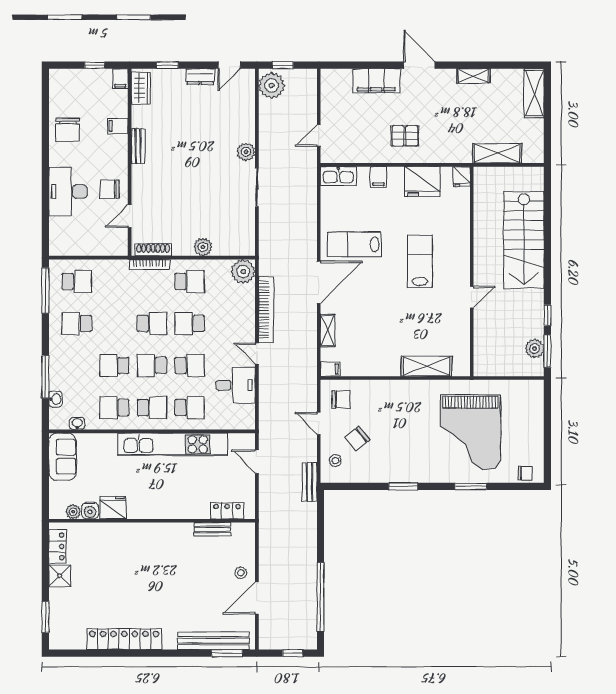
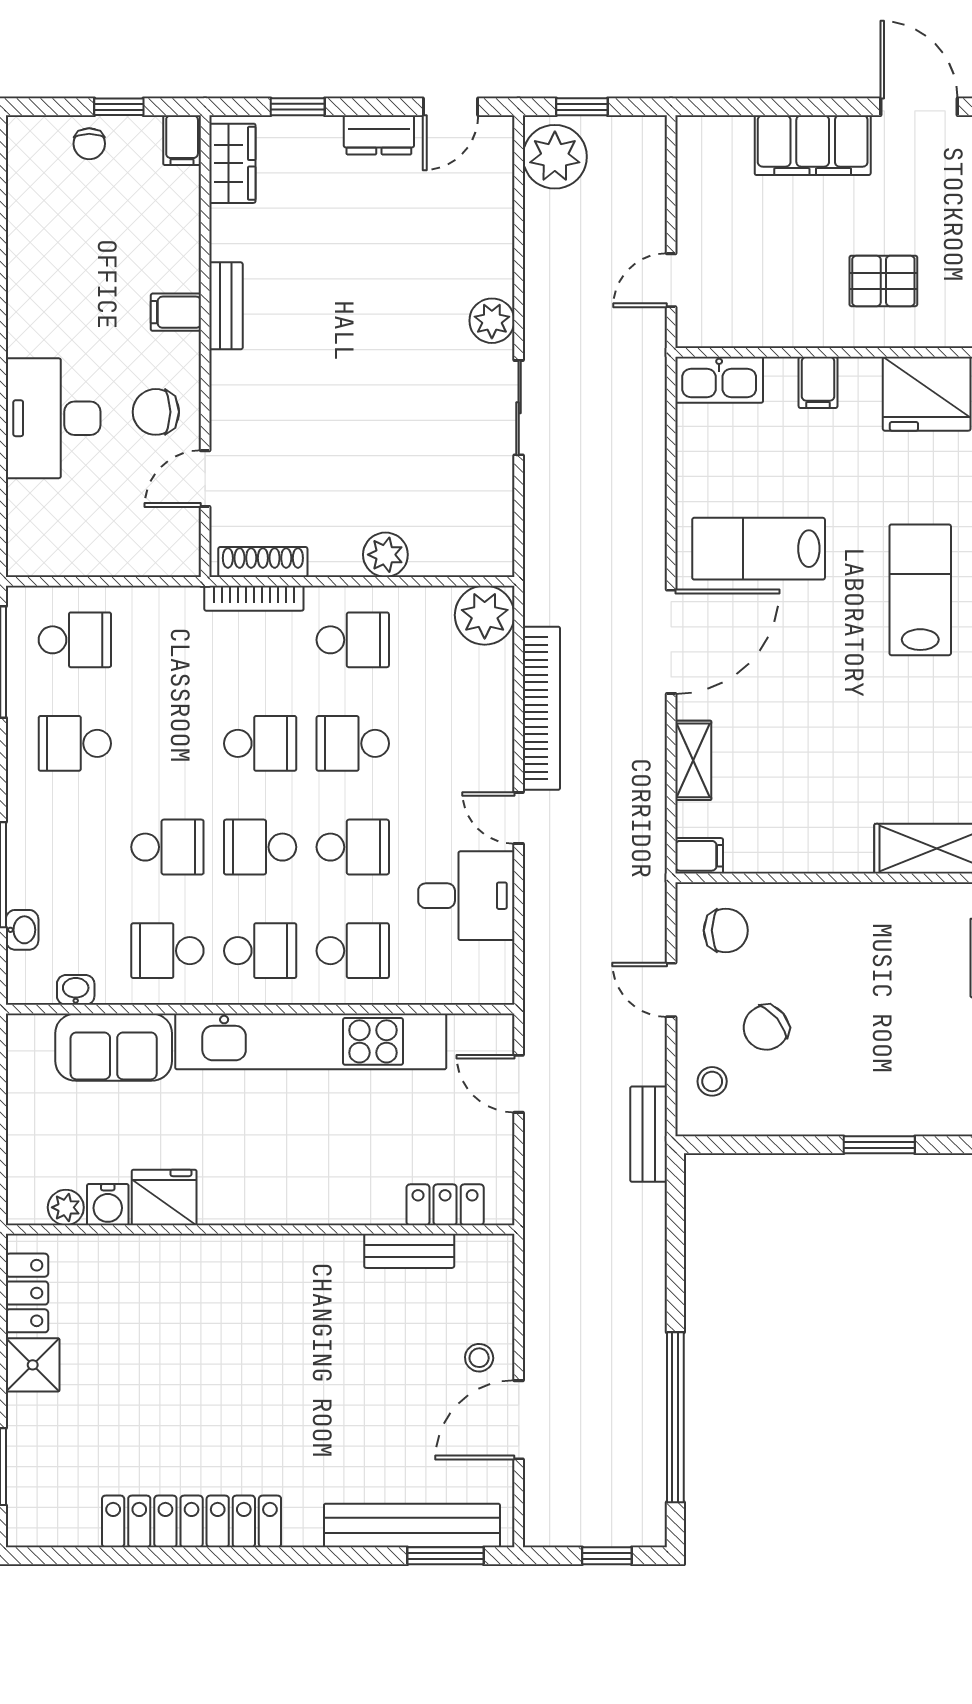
filing cabinet: (118, 126) -> (176, 312), moved
chair: (68, 130) -> (89, 144), moved, width x0.54, depth x0.54
school desk: (114, 366) -> (167, 847), turned 180
sofa: (63, 457) -> (114, 1047), moved, turned 90

